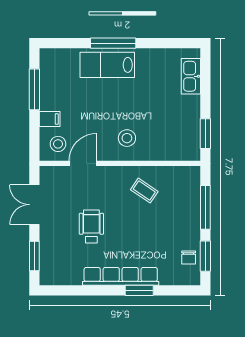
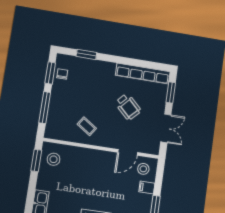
stool: (127, 138) -> (54, 159), moved
wheelchair: (91, 226) -> (128, 107), turned -46
row of seats: (121, 276) -> (143, 74), moved
window: (139, 290) -> (86, 54), moved

